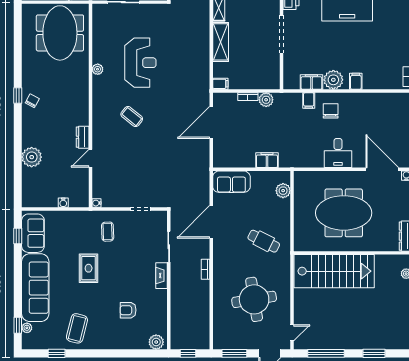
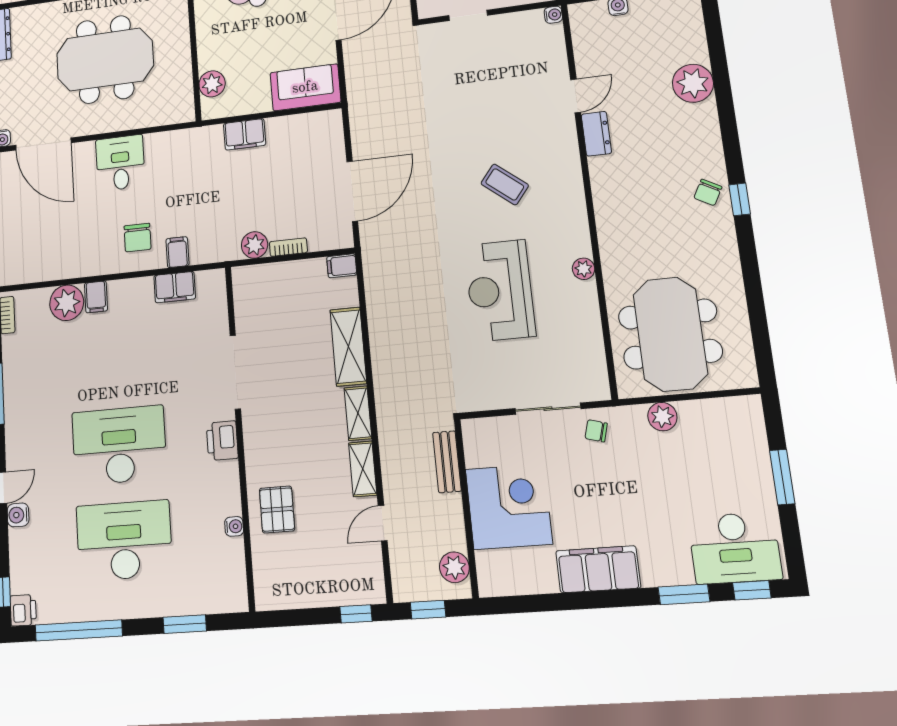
plant: (333, 80) -> (67, 303), moved

